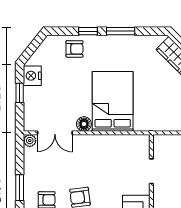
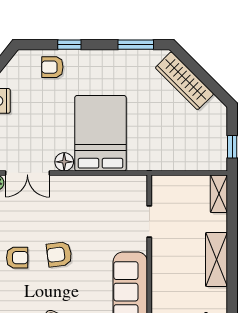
window: (121, 31) -> (136, 45), moved
armchair: (75, 49) -> (52, 67), turned 180

